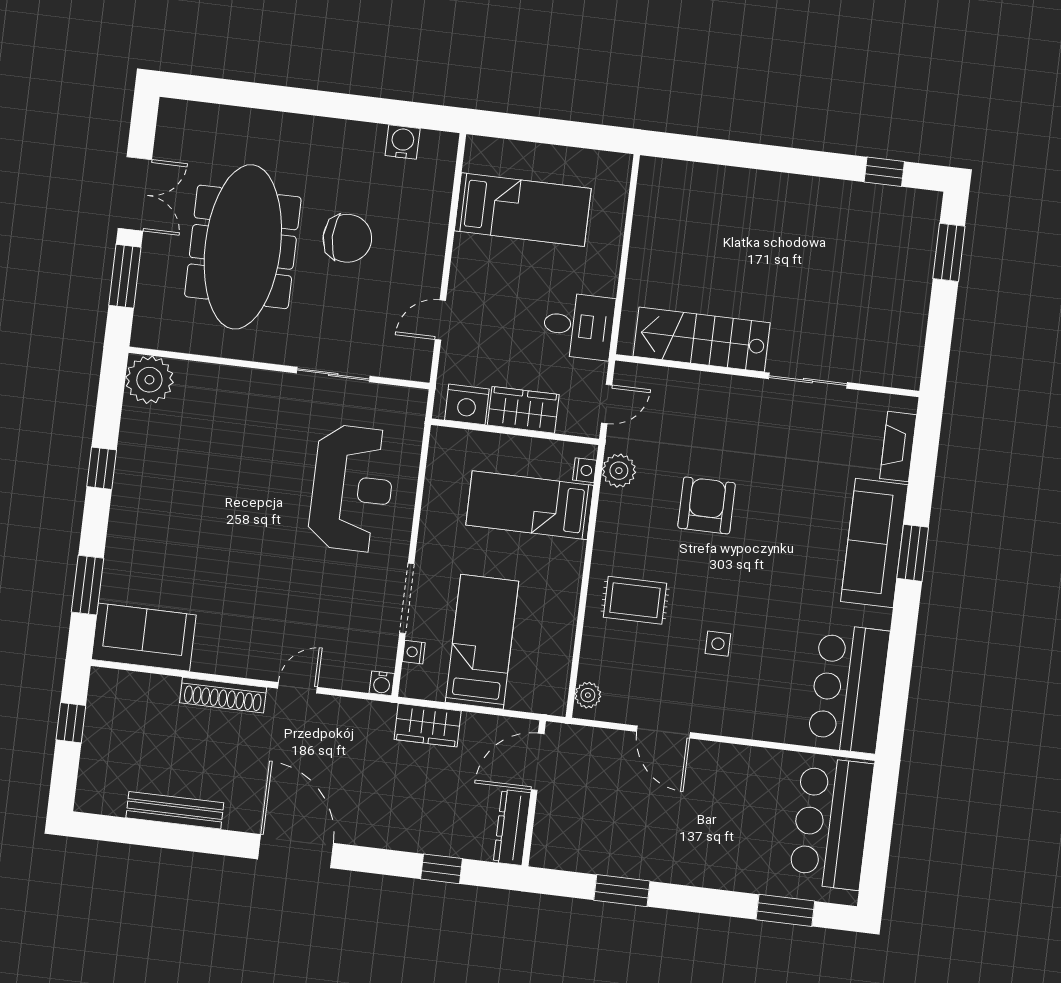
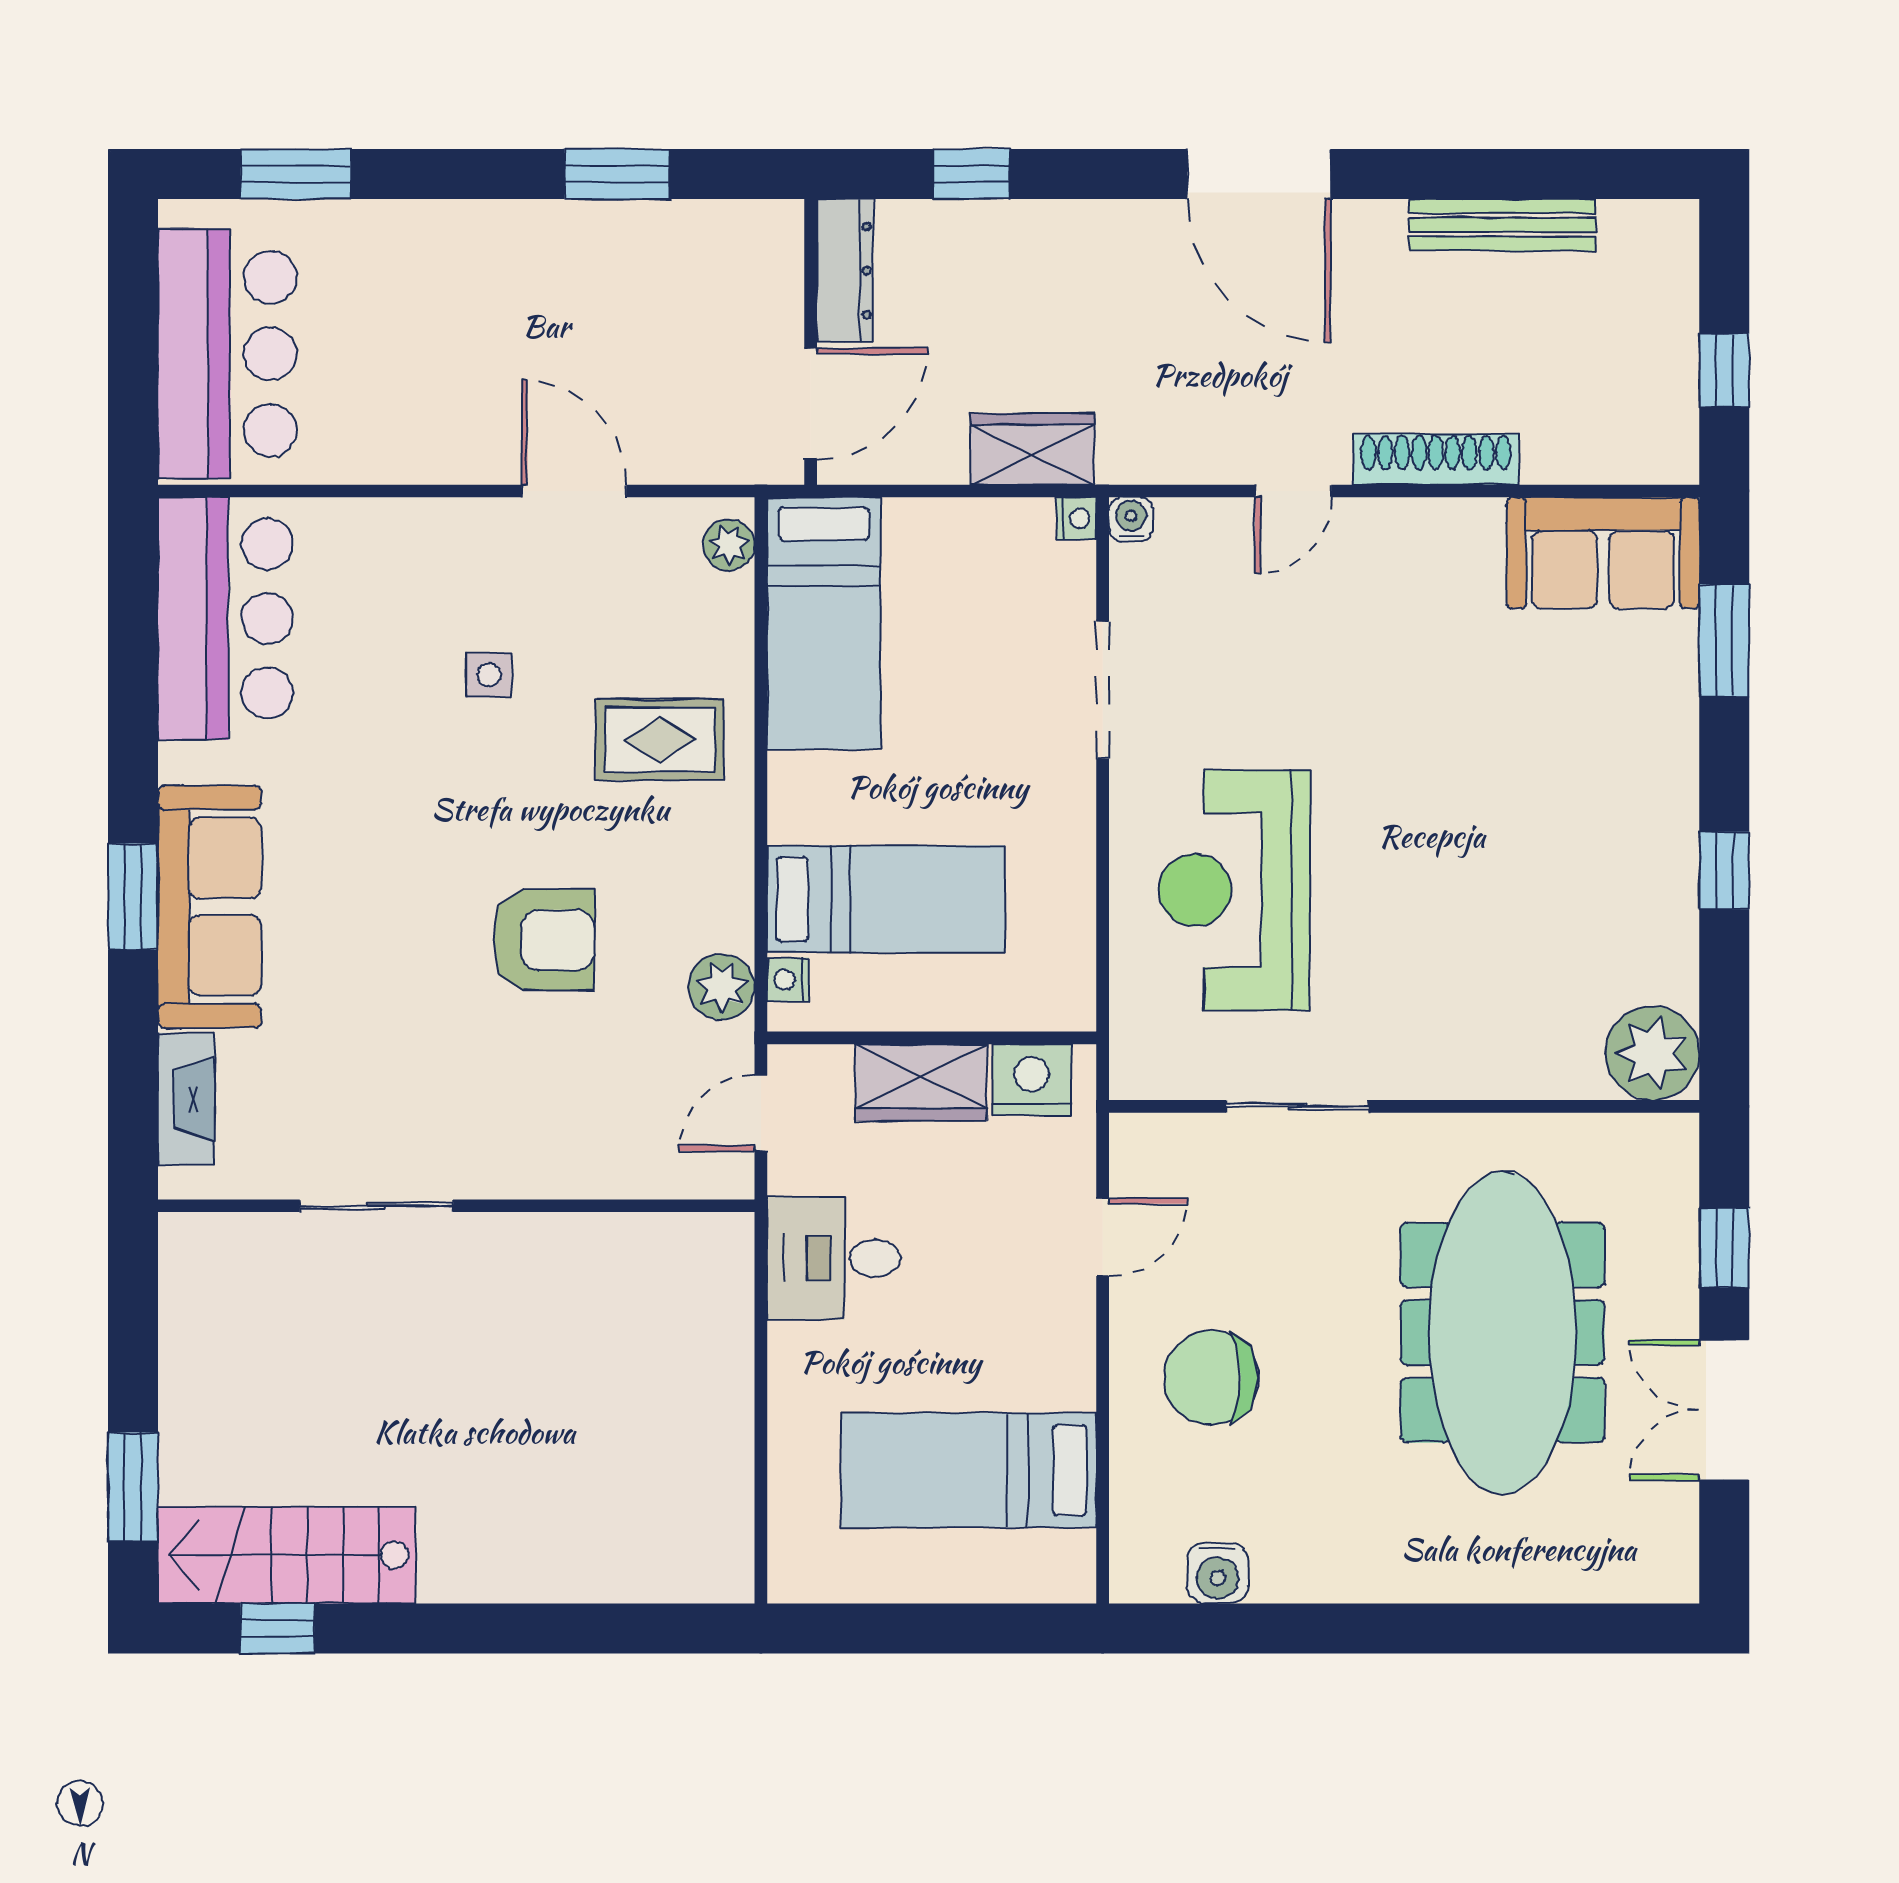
chair: (347, 238) -> (1211, 1378), moved
window: (125, 276) -> (1724, 1248), width x0.67
stairs: (702, 339) -> (287, 1555), moved, turned 180
armchair: (707, 505) -> (544, 940), turned -90
bed: (482, 642) -> (824, 623), moved
nightstand: (414, 652) -> (1076, 518), moved

